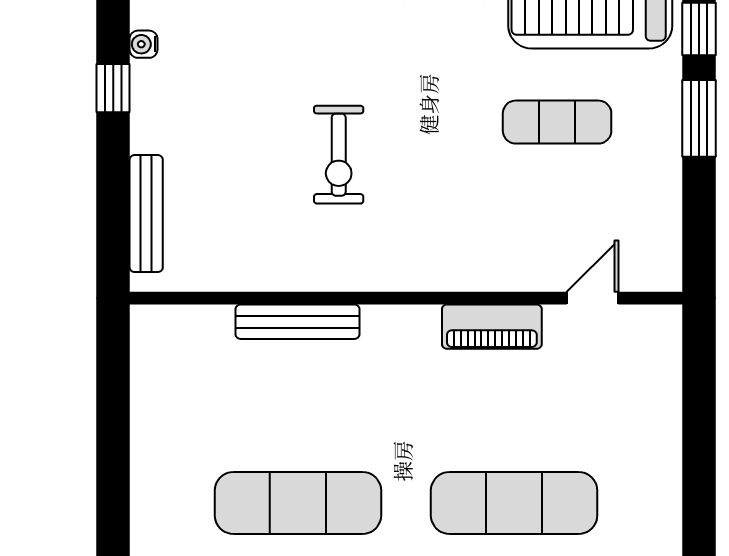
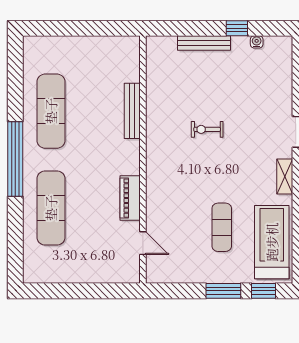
exercise bike: (339, 155) -> (207, 129), width x0.73, depth x0.72
bench: (146, 214) -> (204, 43), moved

